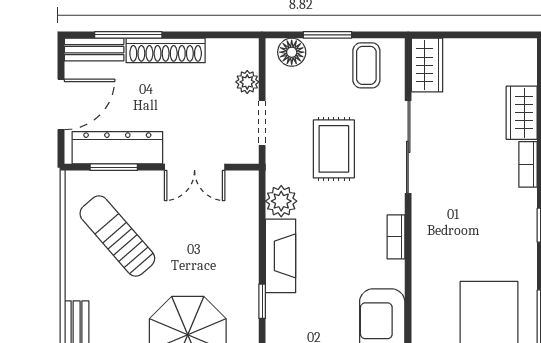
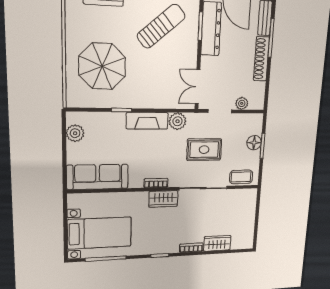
floor lamp: (292, 52) -> (254, 143), moved
coffee table: (366, 65) -> (241, 177), moved
wardrobe: (427, 65) -> (163, 199), moved
double door: (195, 167) -> (198, 87), moved

